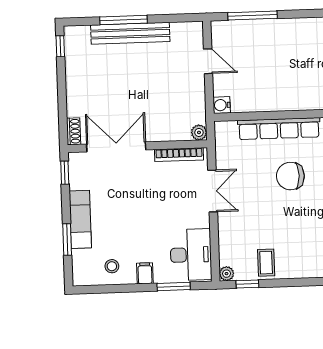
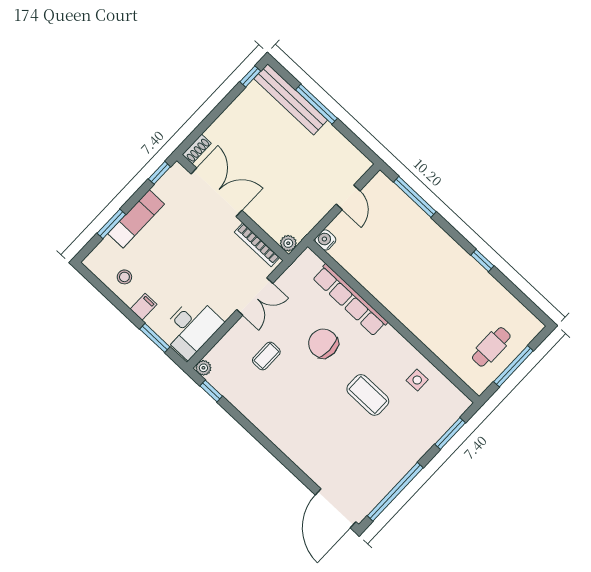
bench: (130, 33) -> (291, 99), moved
coffee table: (266, 263) -> (266, 356), moved

